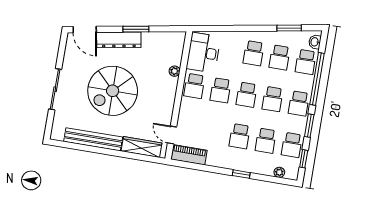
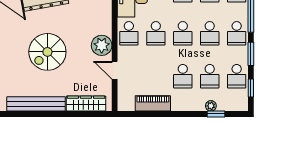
plant: (175, 71) -> (102, 45), moved, width x1.87, depth x1.87
spiral stairs: (113, 91) -> (47, 52), width x0.73, depth x0.73
door: (172, 135) -> (115, 70), moved
piano: (189, 155) -> (153, 103), moved
plant: (279, 172) -> (211, 106), moved
window: (241, 174) -> (216, 114), moved

